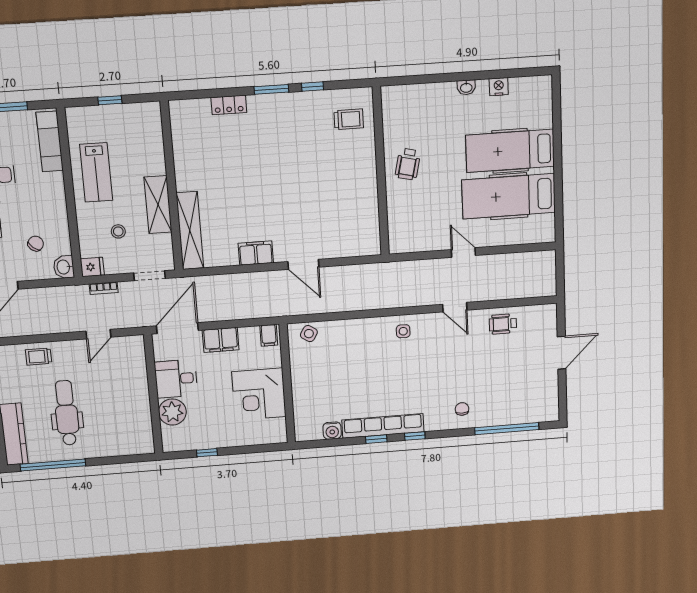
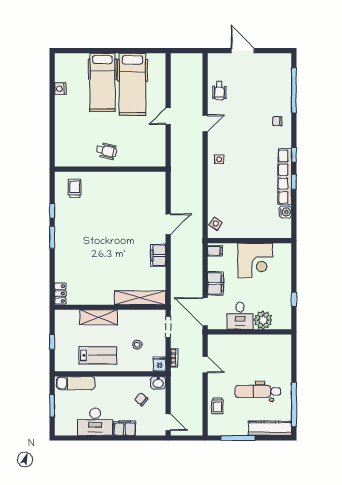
washbasin: (466, 87) -> (59, 110), removed
locker: (229, 105) -> (60, 294), moved
shelving: (158, 205) -> (98, 317), moved

